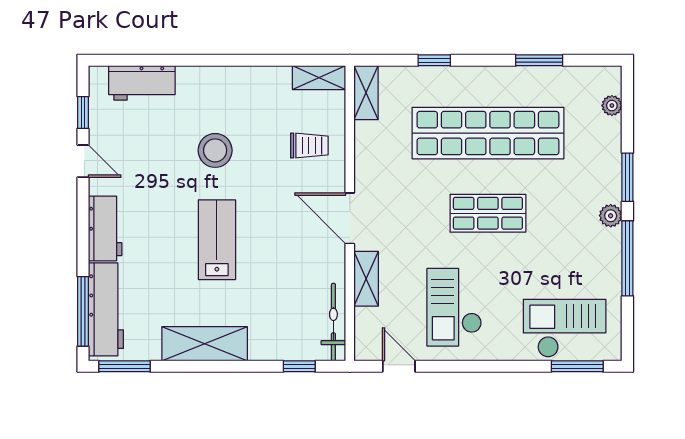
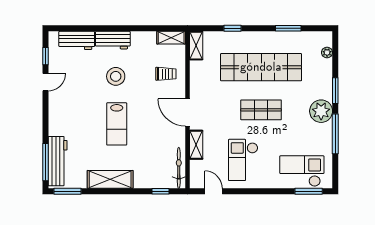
door: (83, 161) -> (45, 82), hinge flipped
plant: (611, 216) -> (321, 111), width x1.87, depth x1.87
workbench: (105, 228) -> (113, 40), moved, turned 90
lab bench: (217, 240) -> (117, 124), turned 180

